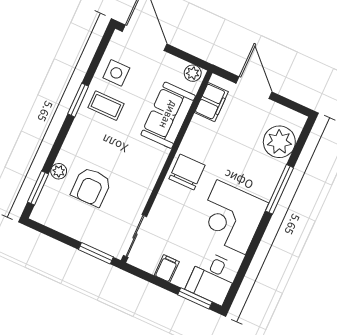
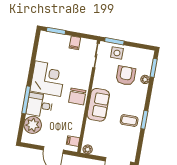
side table: (116, 73) -> (117, 53), moved
filing cabinet: (211, 102) -> (73, 141), width x0.50
sofa: (168, 115) -> (98, 105), moved
desk: (212, 278) -> (40, 105), moved, turned -90

